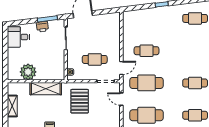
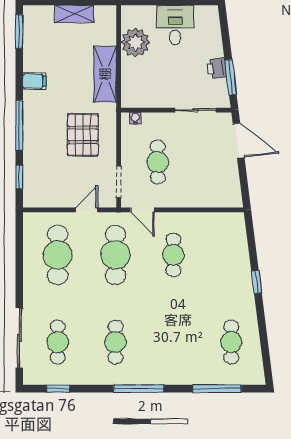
desk: (18, 37) -> (175, 25), moved
pallet: (80, 101) -> (83, 135), turned 90

